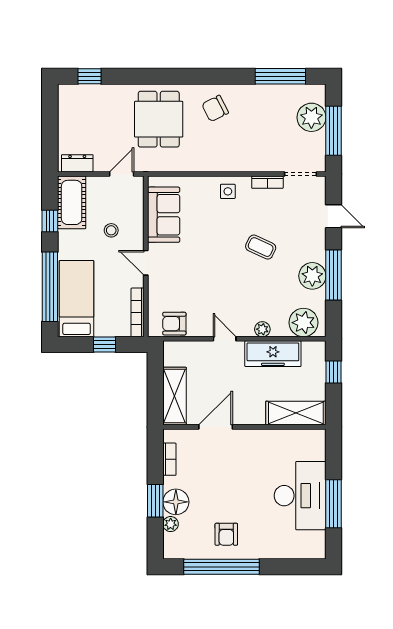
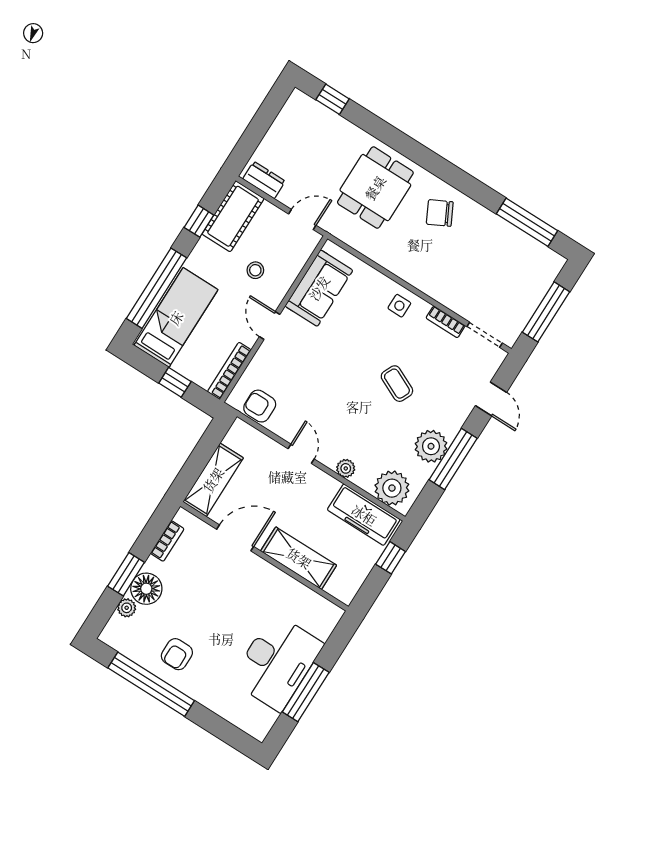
plant: (311, 117) -> (532, 284), removed
freezer: (273, 354) -> (364, 515), moved
shelving: (296, 413) -> (299, 558), moved

